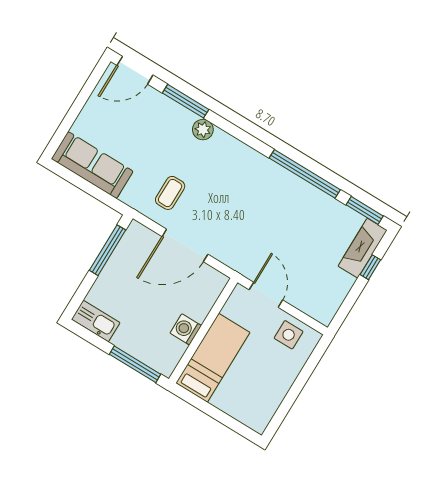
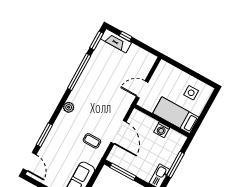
plant: (203, 130) -> (69, 107), moved
side table: (289, 335) -> (191, 93), moved
window: (135, 364) -> (175, 165), moved

